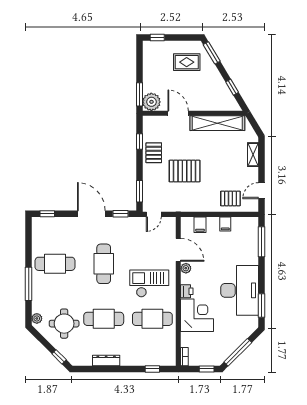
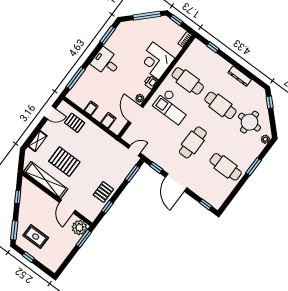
window: (157, 37) -> (28, 257), moved
pallet: (185, 171) -> (64, 162), moved
window: (29, 284) -> (254, 167), width x0.69
desk: (240, 290) -> (106, 62), width x0.53, depth x0.77

